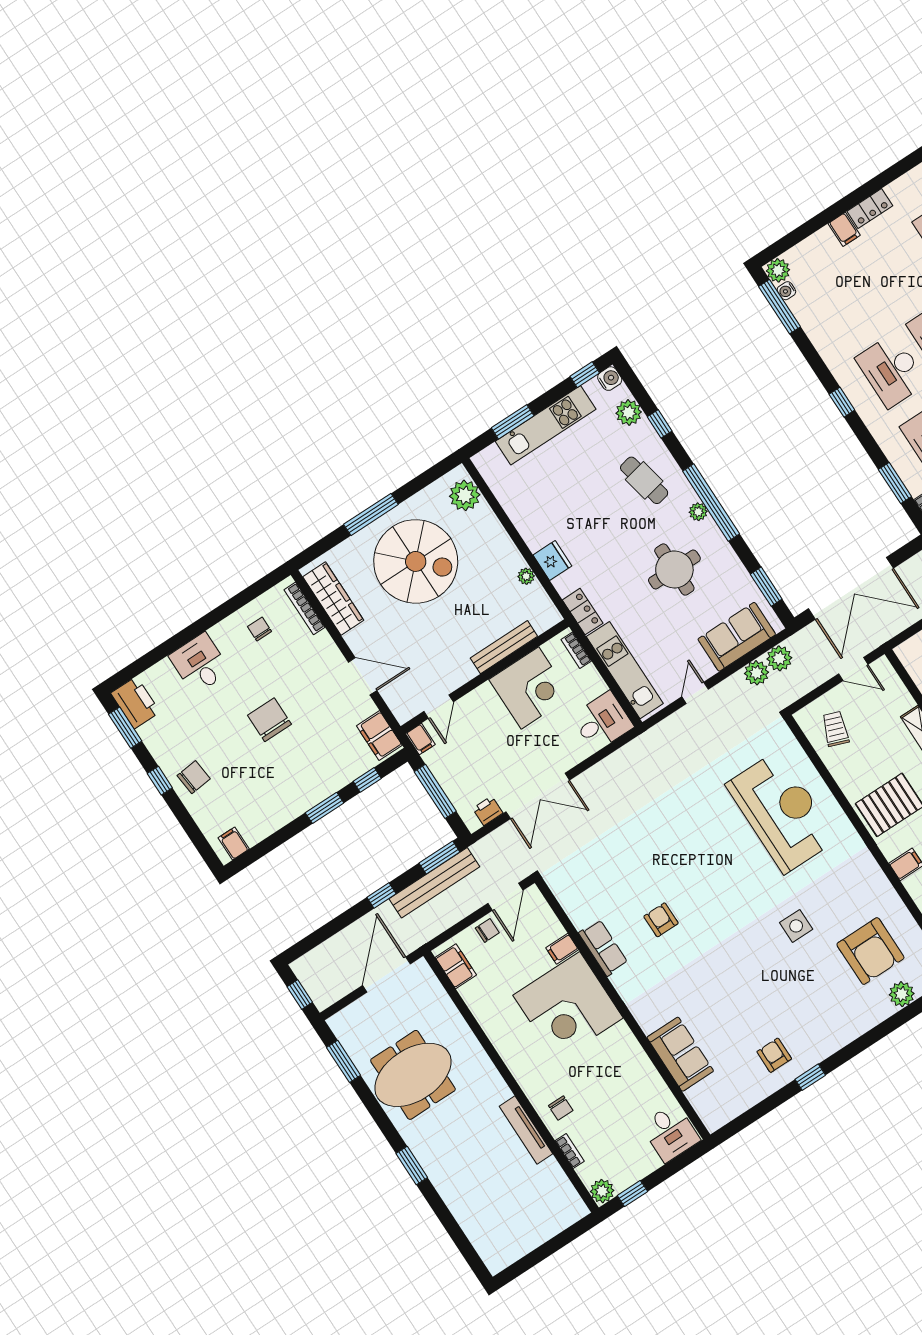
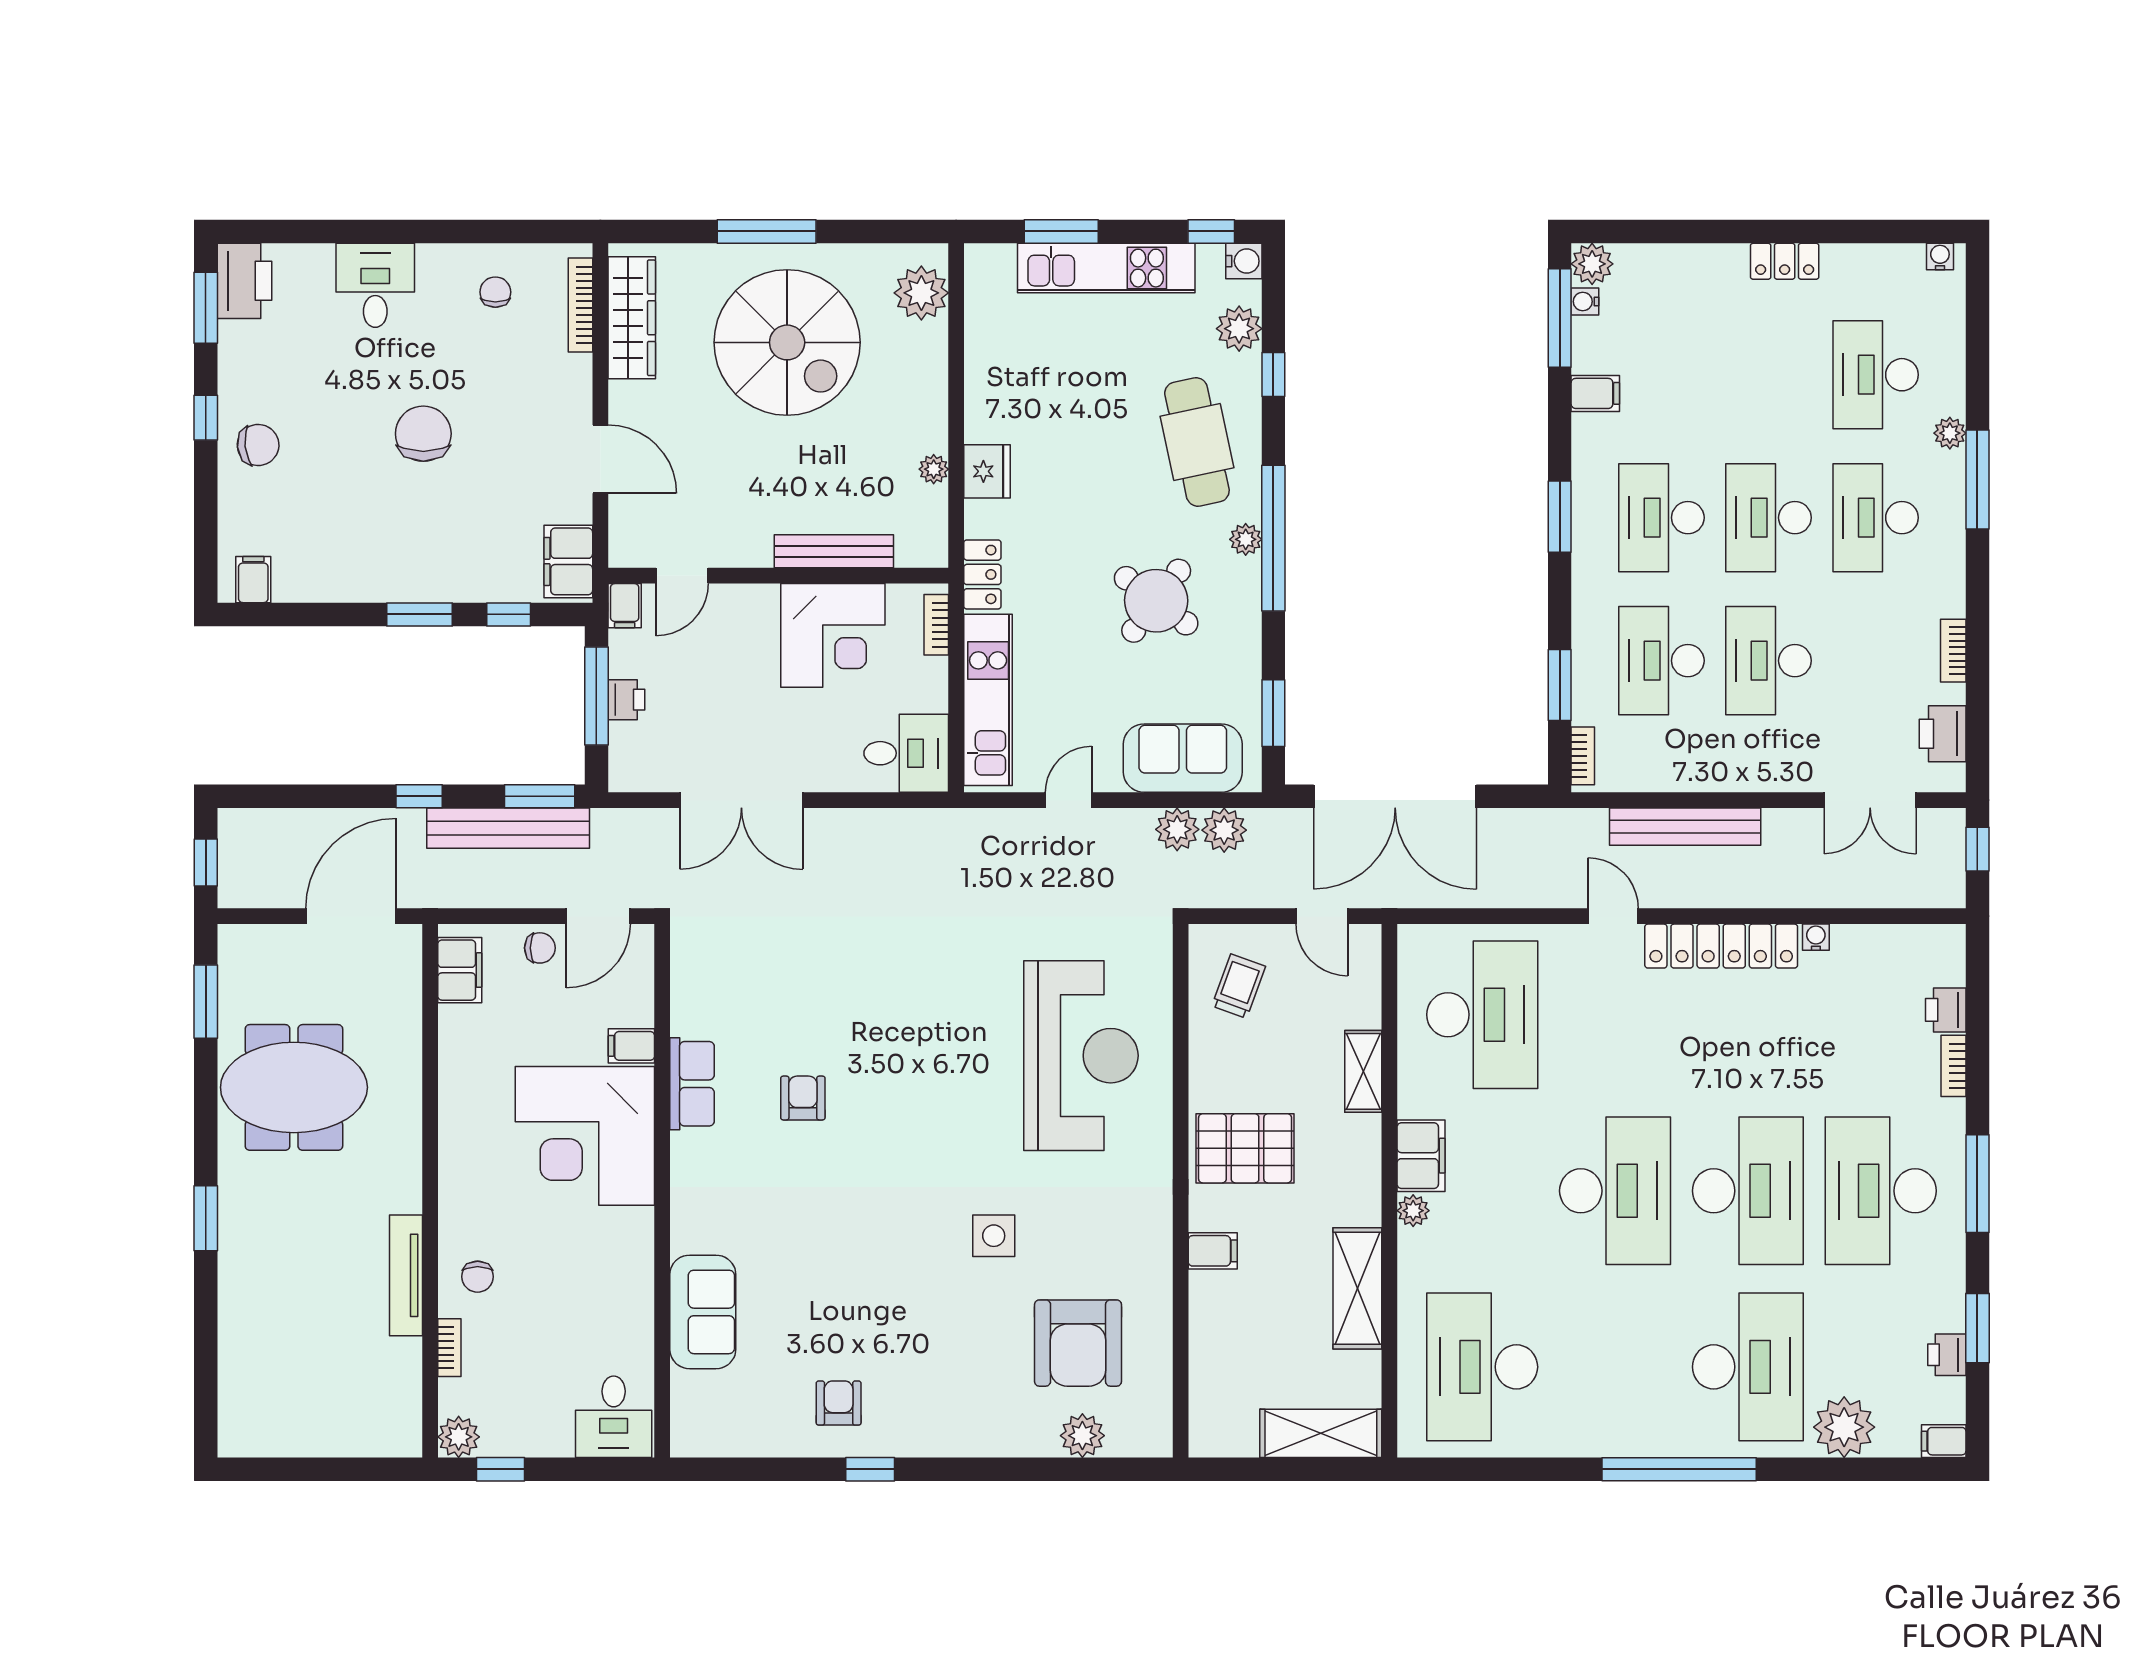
filing cabinet: (844, 229) -> (1595, 393), moved, turned -90
window: (842, 402) -> (1560, 517), width x1.50
cafe table: (644, 480) -> (1197, 442), width x1.37, depth x1.35
round table: (674, 570) -> (1156, 601), turned 37
printer: (488, 811) -> (626, 700), moved, turned 90

